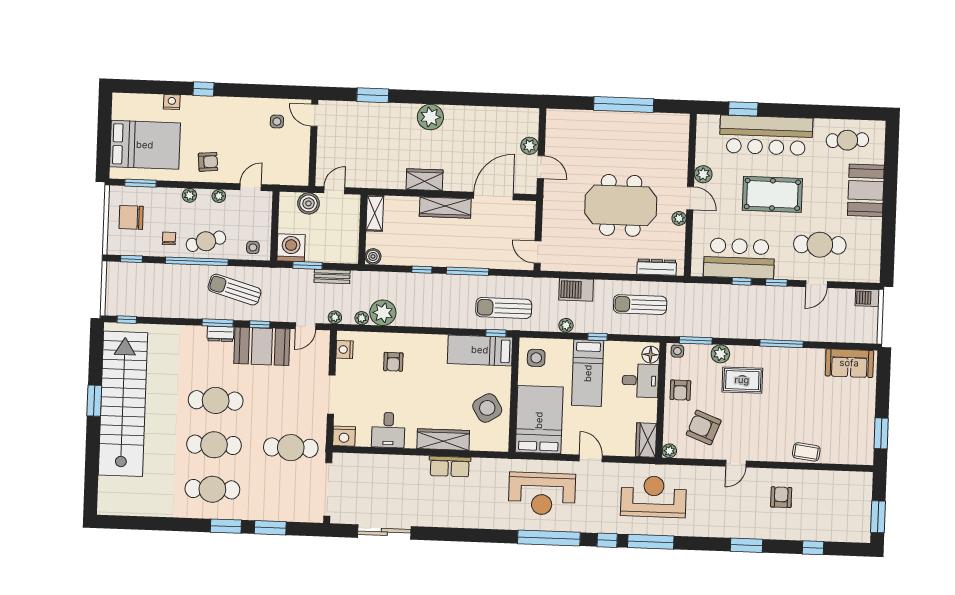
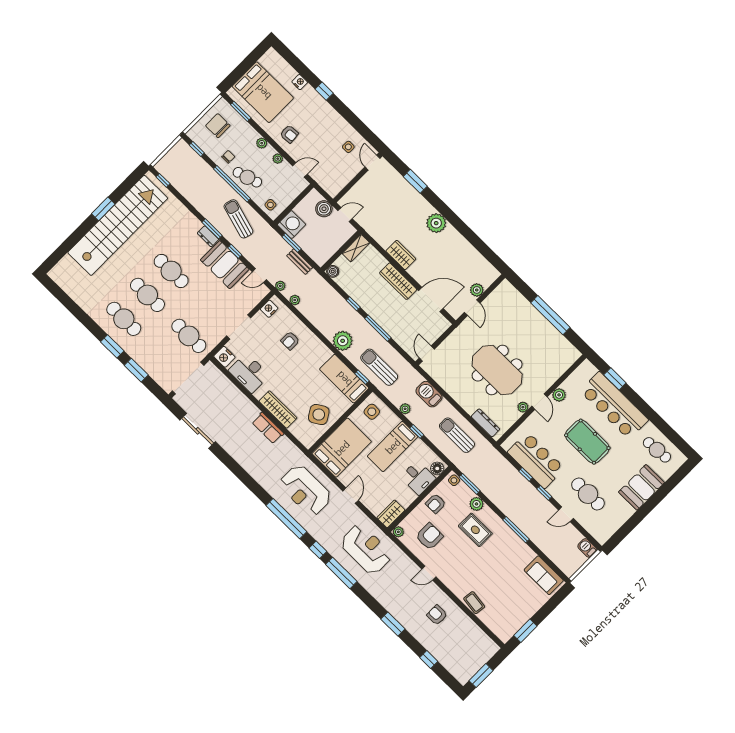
plant: (383, 313) -> (343, 341), moved
armchair: (704, 428) -> (429, 536), turned 69
desk: (388, 430) -> (249, 373), width x1.37
armchair: (781, 497) -> (437, 615), turned -90

